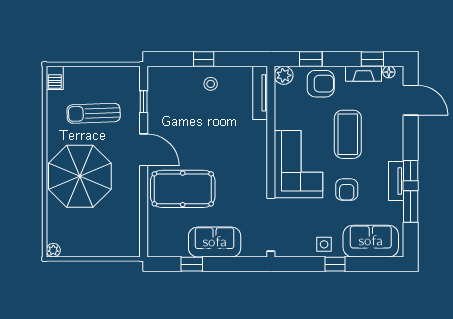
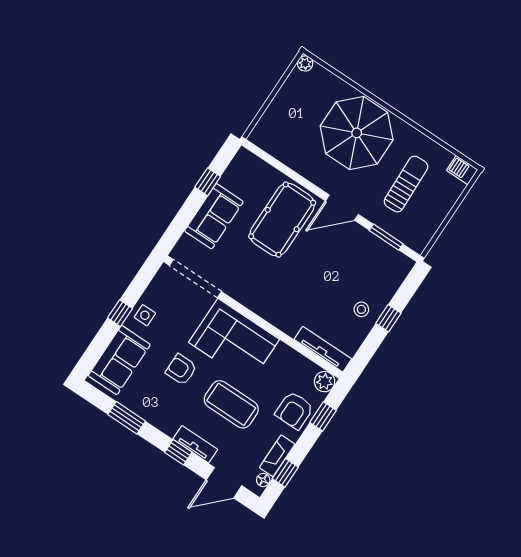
window: (144, 102) -> (386, 237), width x1.50
window: (411, 171) -> (178, 452), moved
tv unit: (396, 181) -> (195, 444), moved

